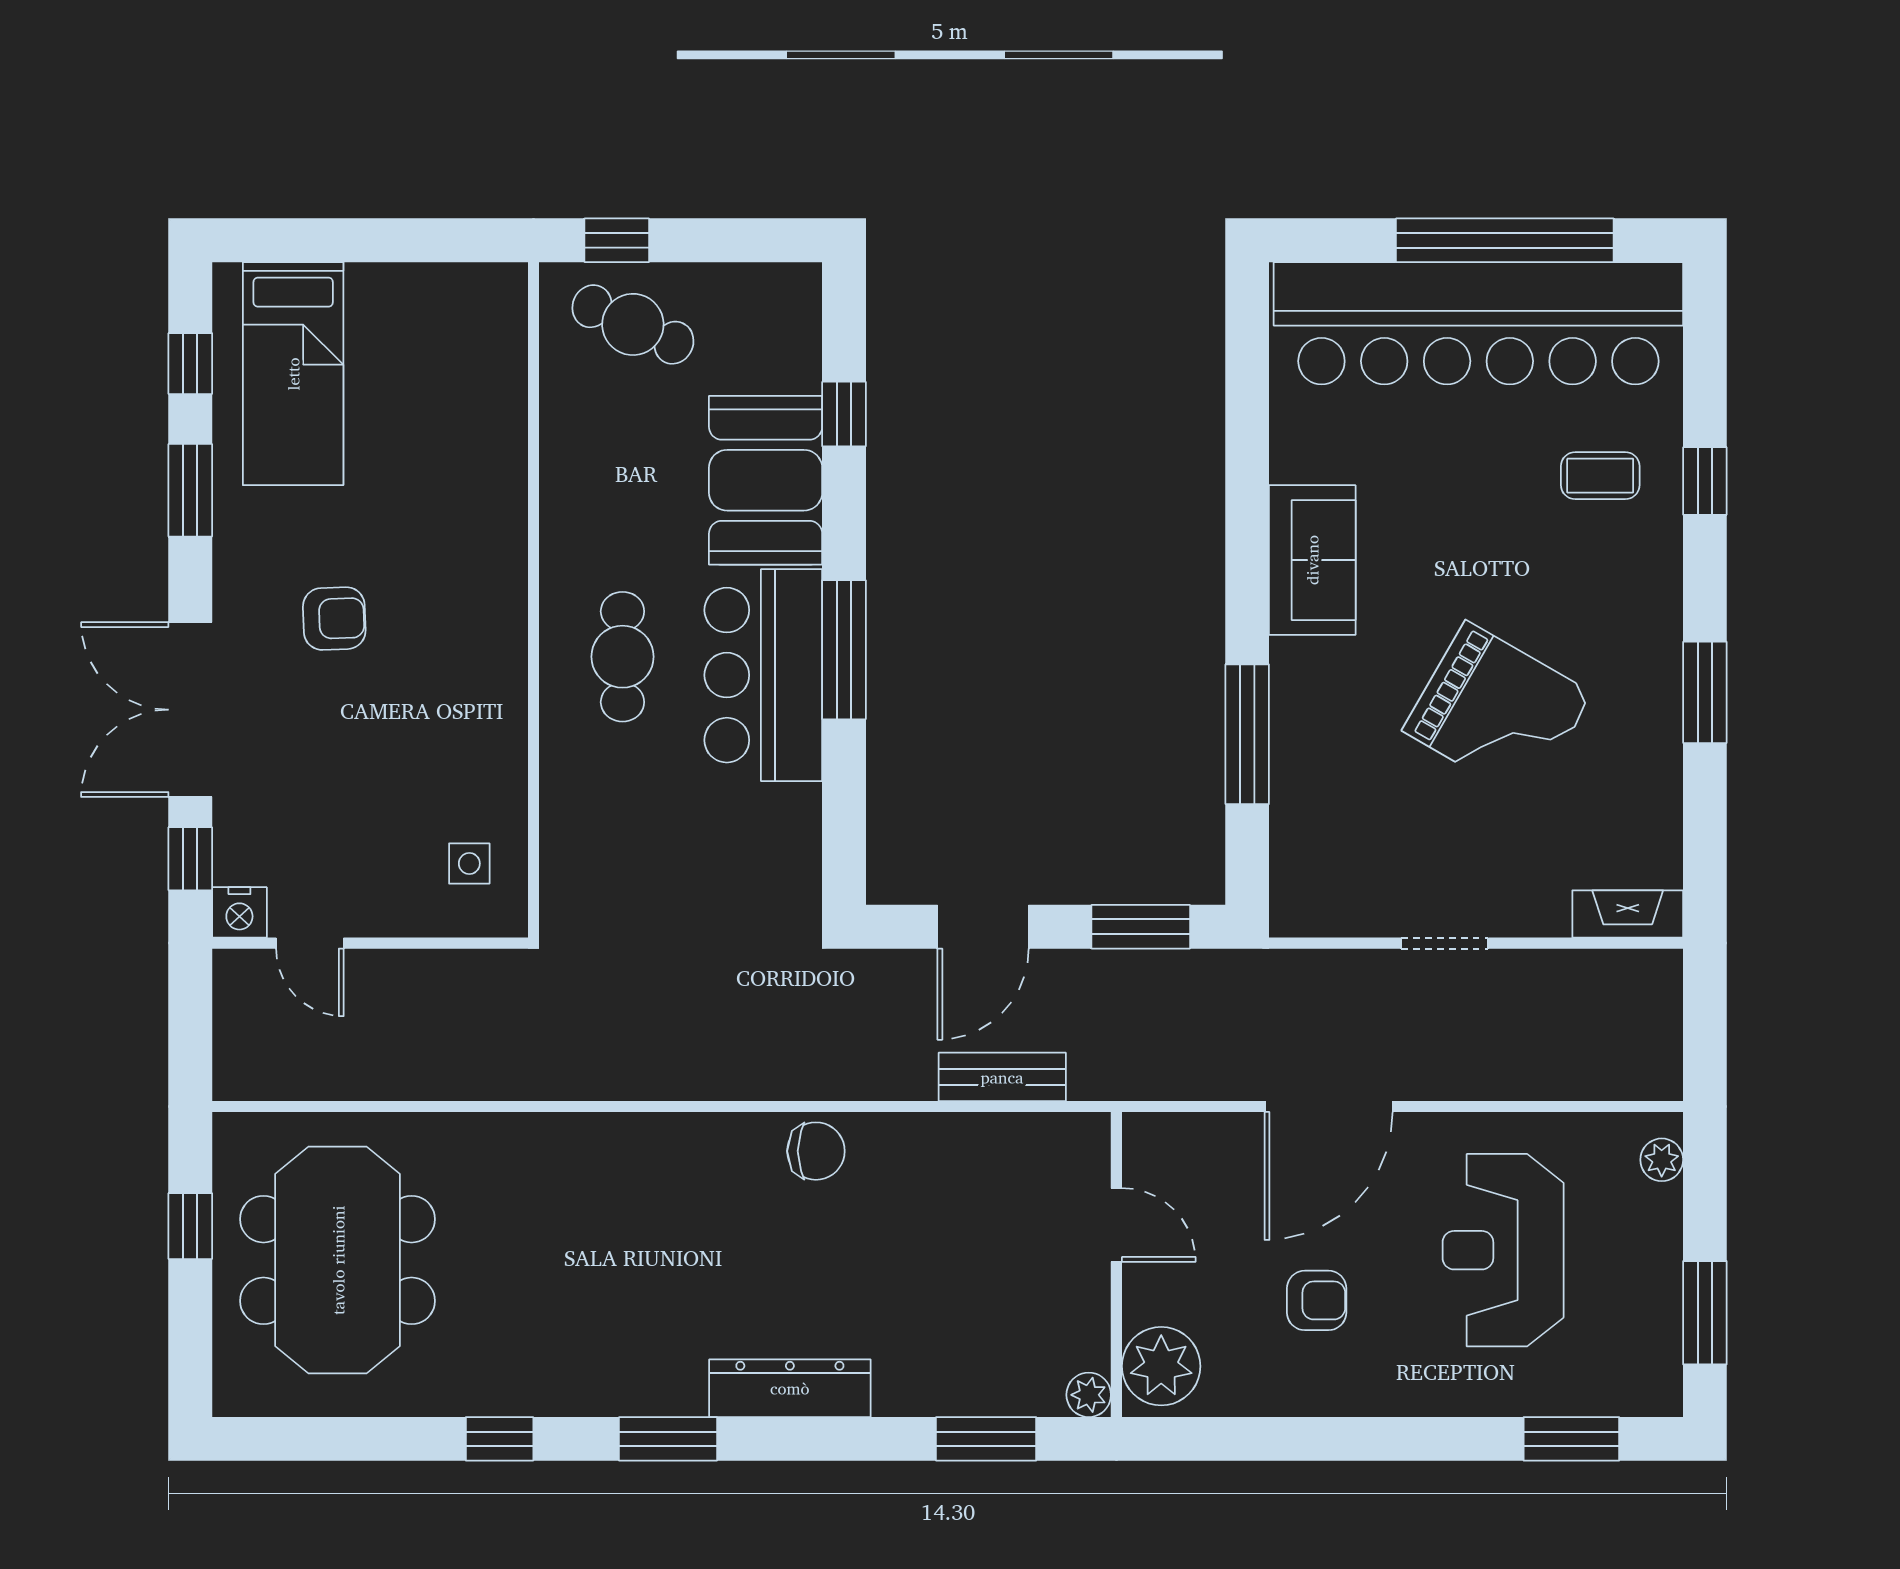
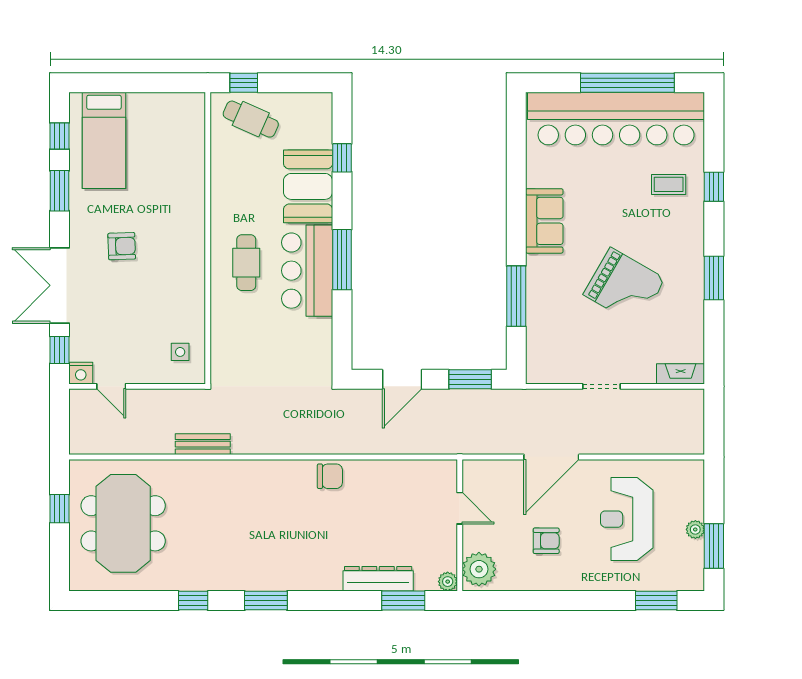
bench: (1002, 1077) -> (203, 444), moved
plant: (1662, 1160) -> (695, 530), moved
dresser: (790, 1388) -> (378, 579), moved

